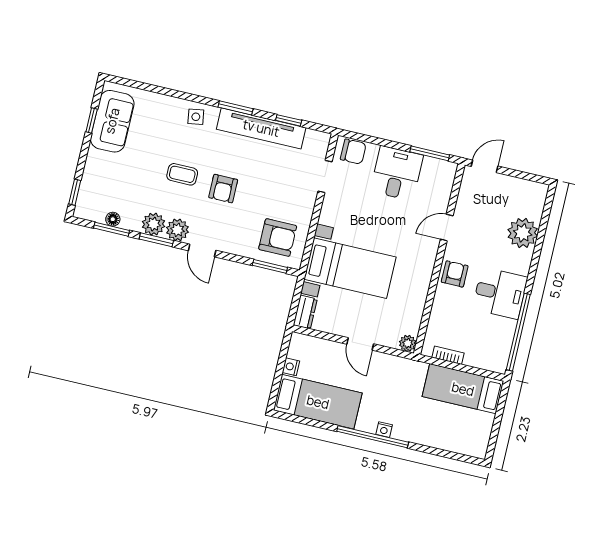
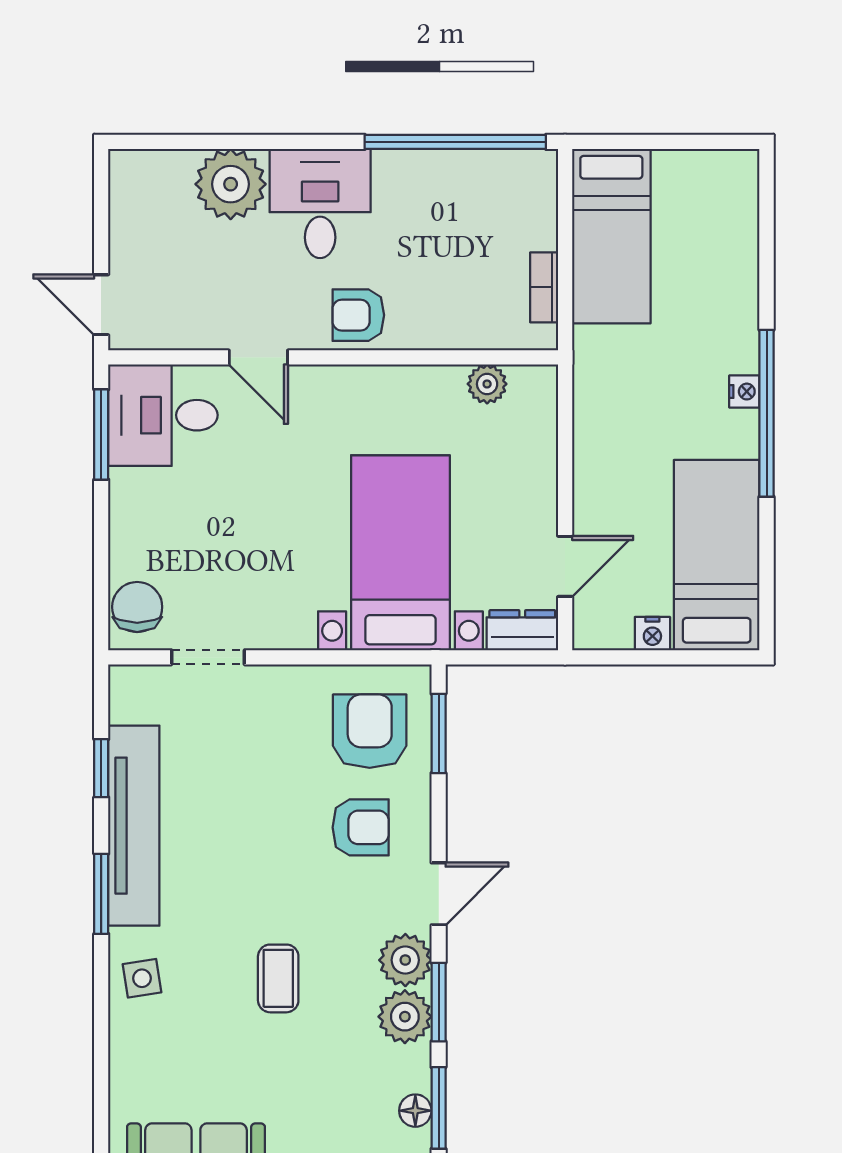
desk: (397, 173) -> (163, 415), moved
armchair: (223, 189) -> (361, 827), moved
desk: (500, 293) -> (320, 203), moved
plant: (408, 343) -> (487, 384), moved
door: (360, 344) -> (565, 566), moved

